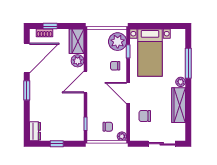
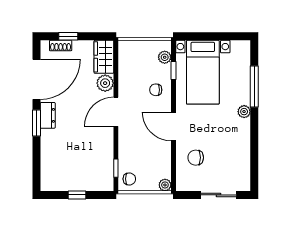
plant: (118, 42) -> (165, 57), width x0.53, depth x0.53
wardrobe: (179, 105) -> (241, 143), removed
chair: (108, 127) -> (129, 179), moved
dresser: (35, 131) -> (48, 115), moved

